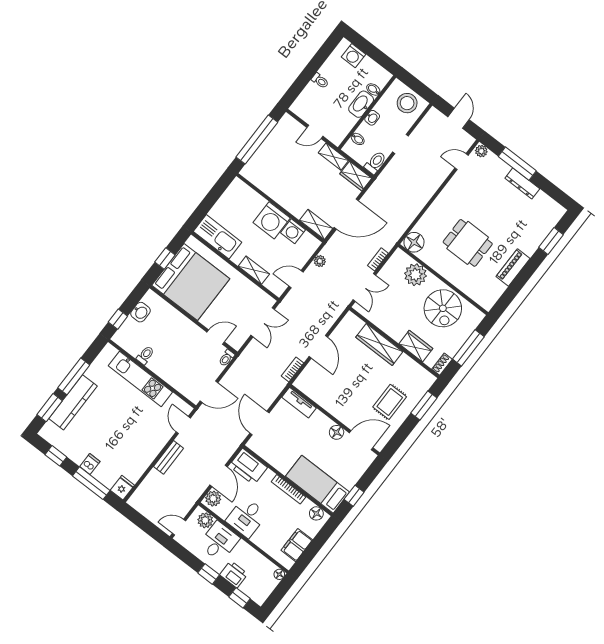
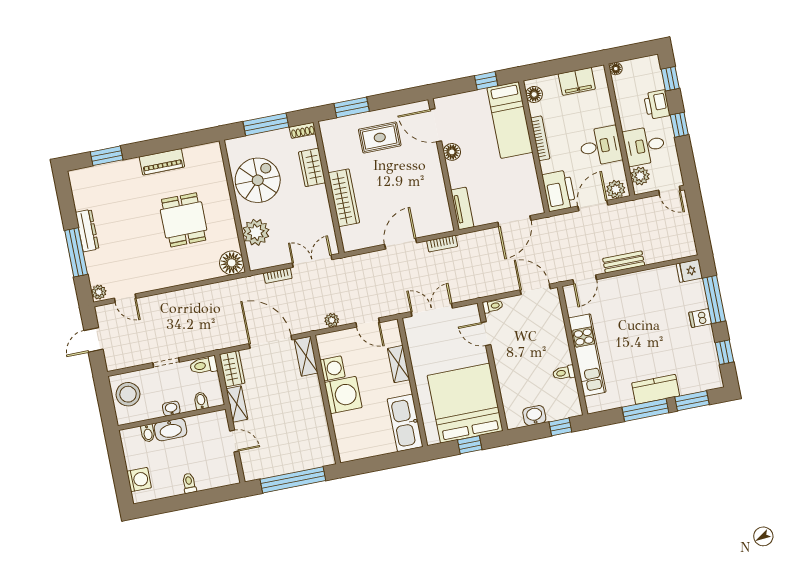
kitchen counter: (73, 402) -> (656, 389), width x0.67

